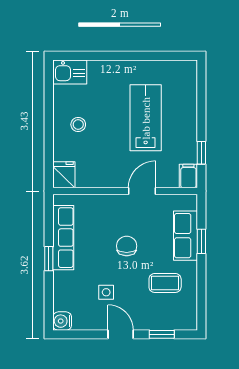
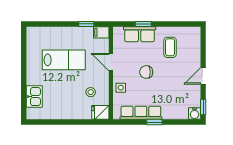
kitchen sink: (70, 72) -> (34, 97), moved
lab bench: (146, 118) -> (64, 60), turned 180
stool: (78, 124) -> (91, 92), moved
side table: (106, 292) -> (121, 88), moved
window: (162, 334) -> (203, 107), moved

